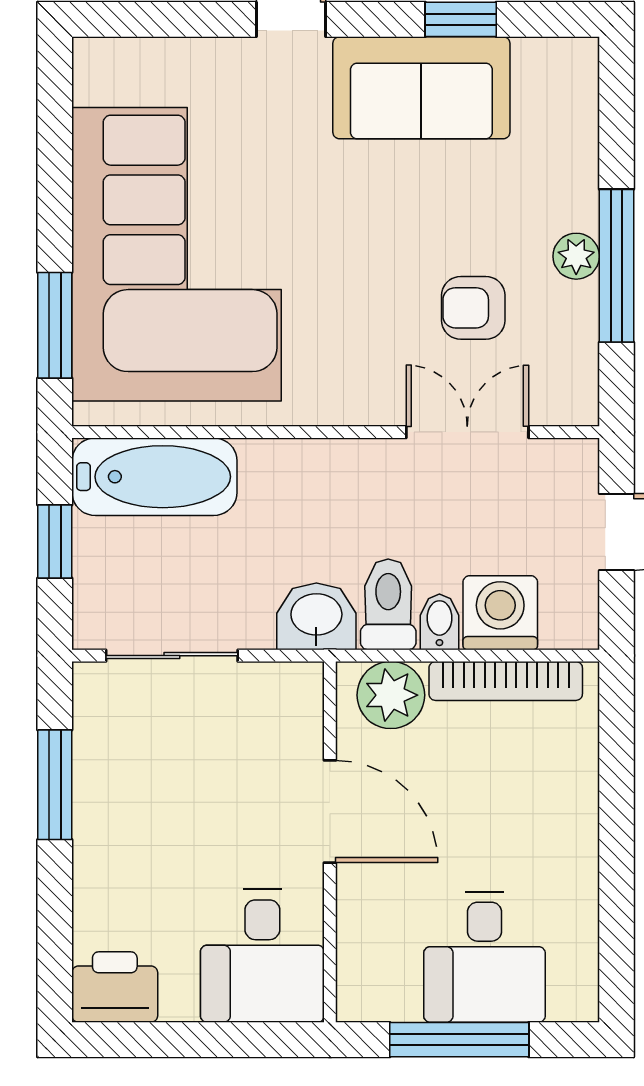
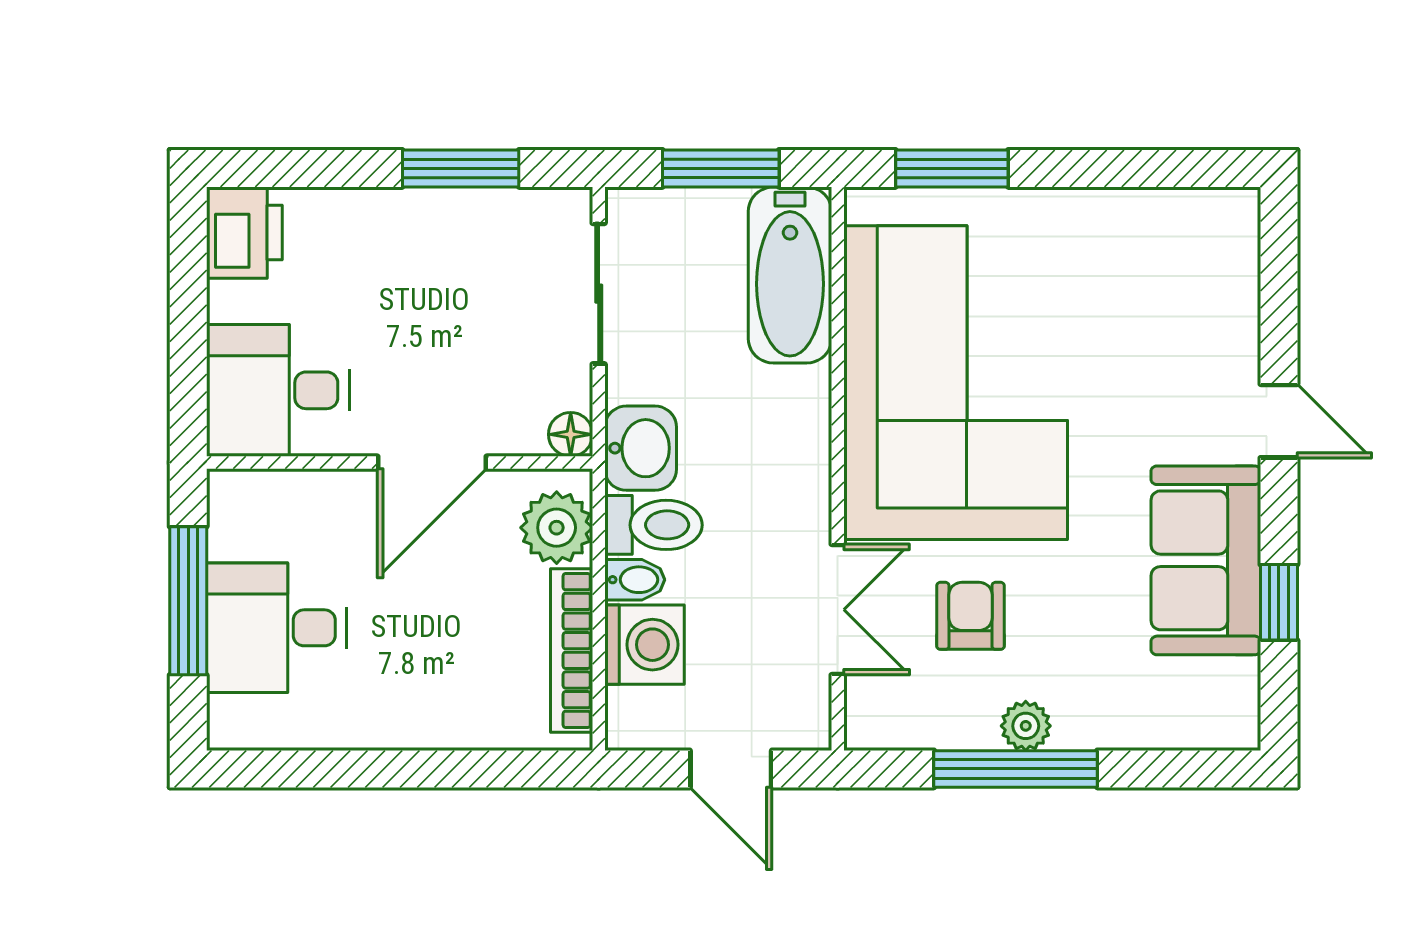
corner sofa: (177, 254) -> (956, 383), moved, turned -90
window: (55, 541) -> (721, 168), width x1.50
floor lamp: (304, 682) -> (571, 434), added

